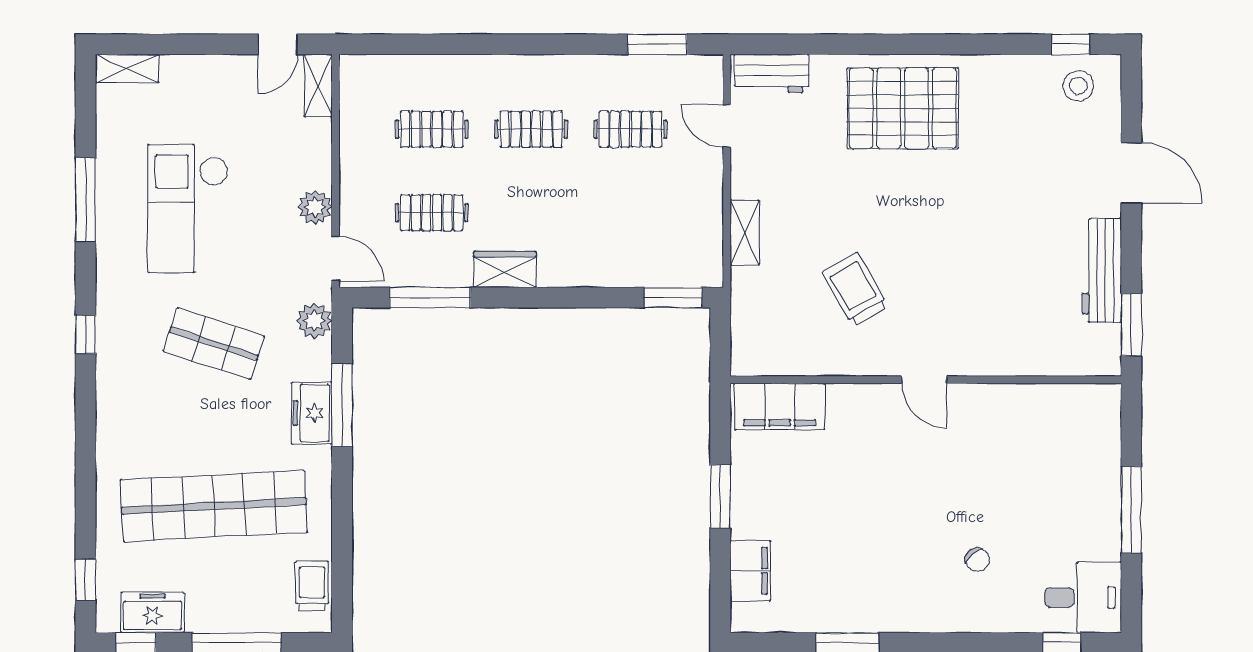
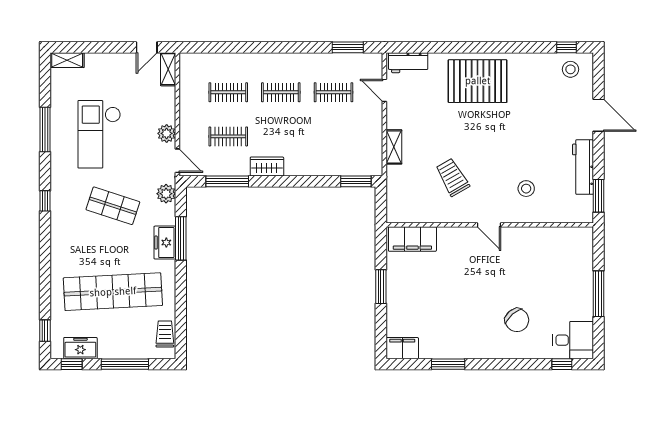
stool: (995, 311) -> (526, 189), added
chair: (977, 560) -> (517, 320), width x1.87, depth x1.87
filing cabinet: (750, 571) -> (402, 348), moved, turned -90

